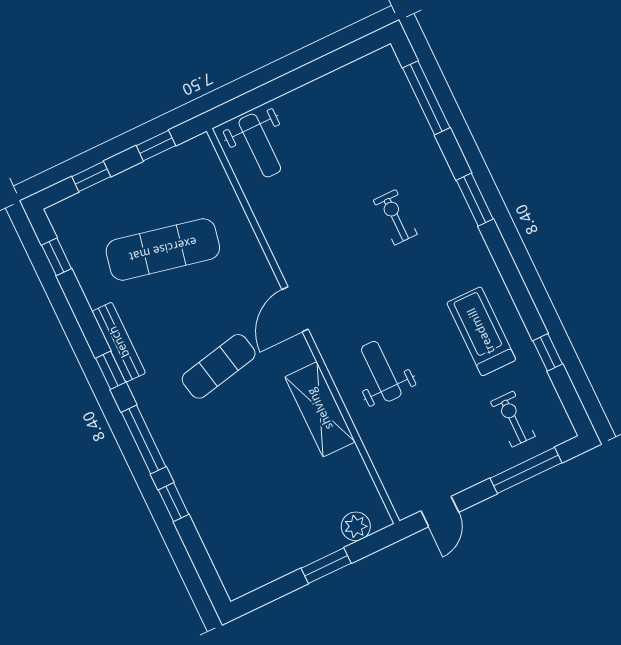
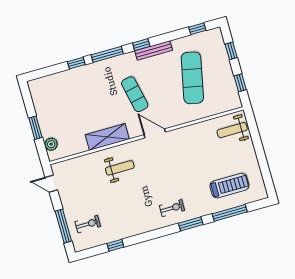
window: (426, 98) -> (230, 213), moved
exercise bike: (395, 217) -> (172, 208), moved
treadmill: (481, 331) -> (229, 186), moved

